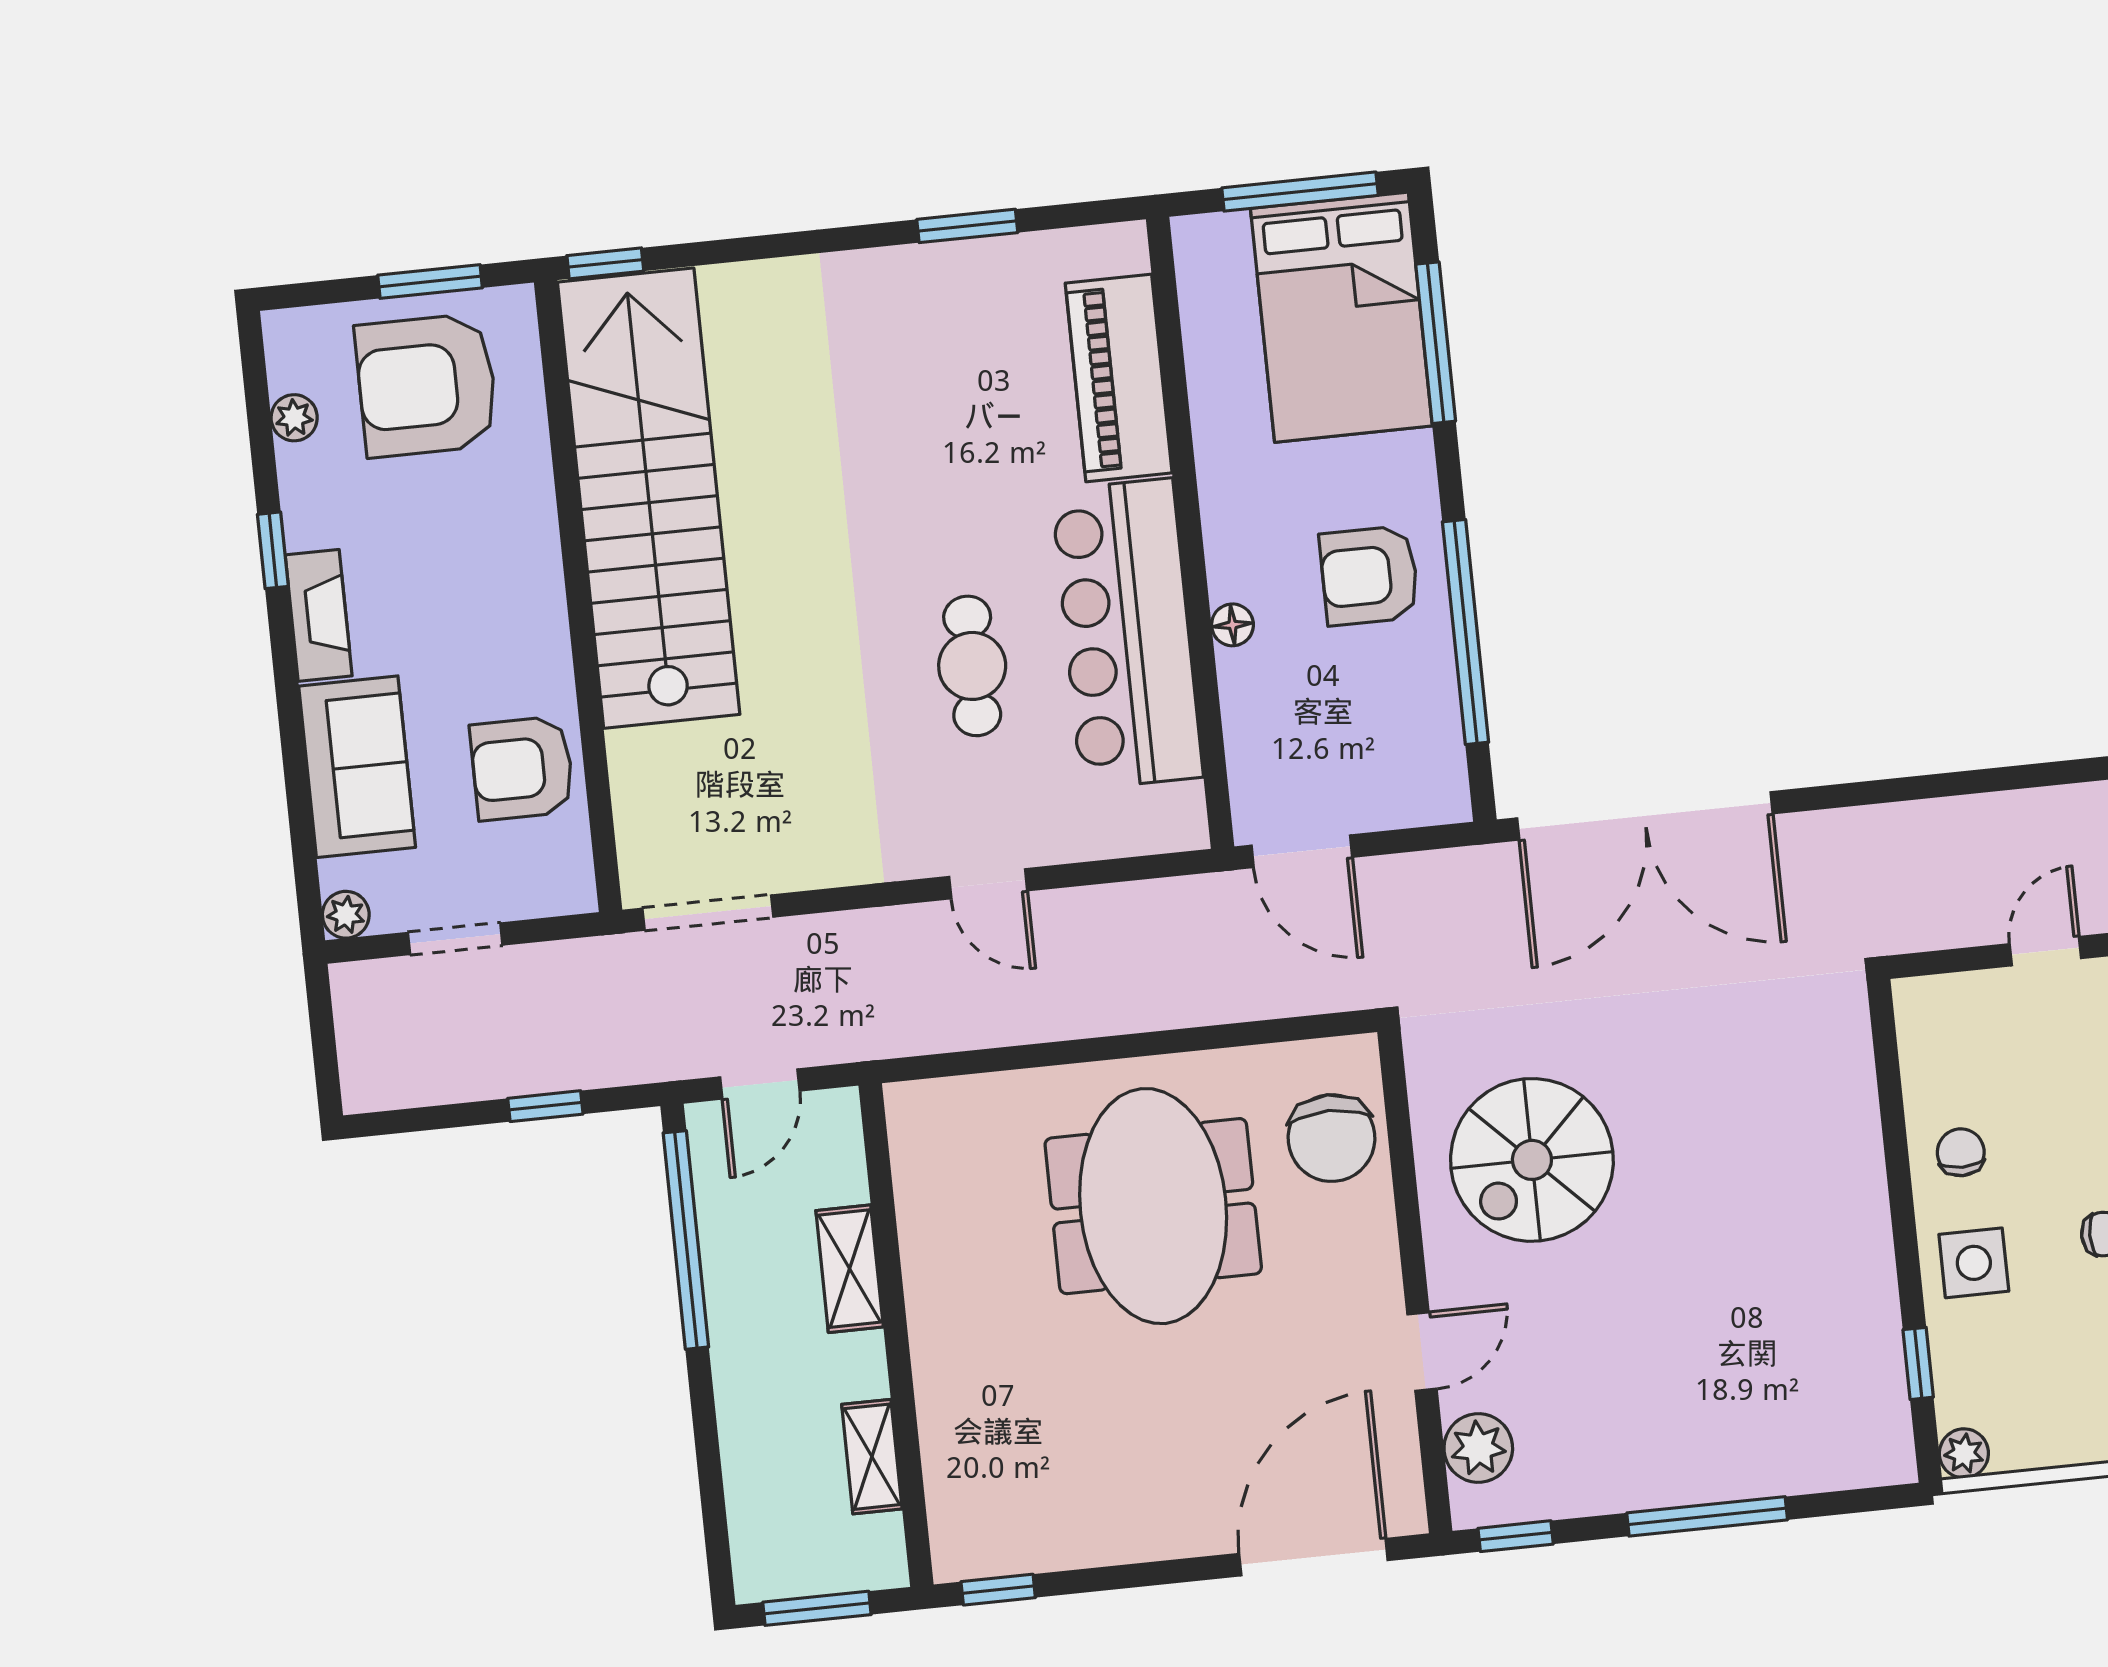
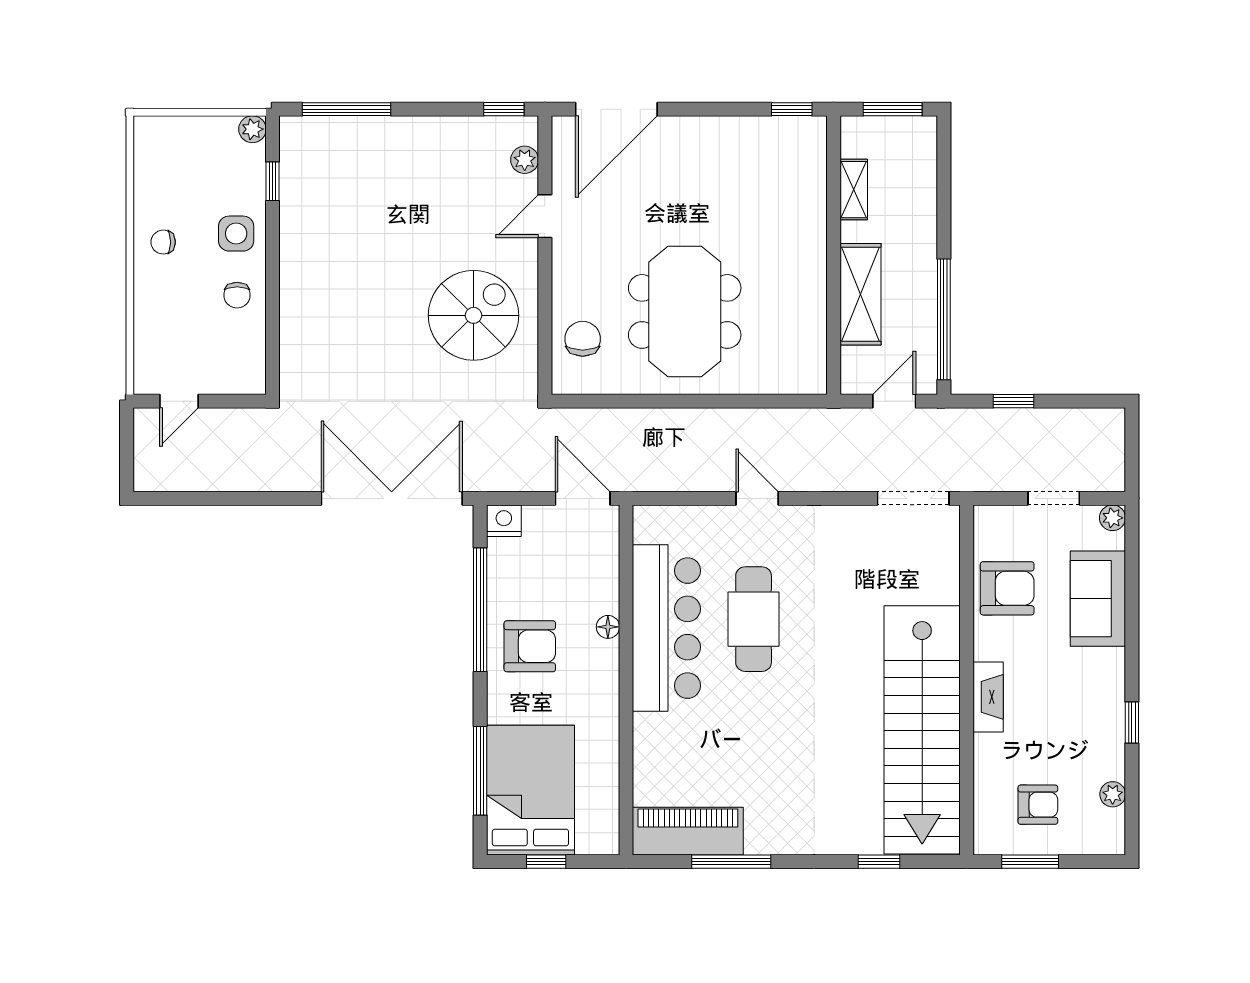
window: (1300, 192) -> (546, 862), width x0.46
window: (967, 226) -> (731, 862), width x1.44
window: (605, 263) -> (879, 862), moved
piano: (1119, 378) -> (688, 831), moved, turned -90
armchair: (427, 385) -> (1038, 805), width x0.53, depth x0.53
fireplace: (319, 615) -> (988, 697), moved, turned 180
cafe table: (972, 666) -> (754, 619), width x1.37, depth x1.35
nightstand: (1439, 796) -> (504, 521), added
chair: (1331, 1138) -> (583, 339), width x0.73, depth x0.73
shelving: (850, 1269) -> (860, 294), width x1.50, depth x1.33
plant: (1478, 1448) -> (525, 160), width x0.73, depth x0.73
window: (1707, 1516) -> (346, 109), moved

